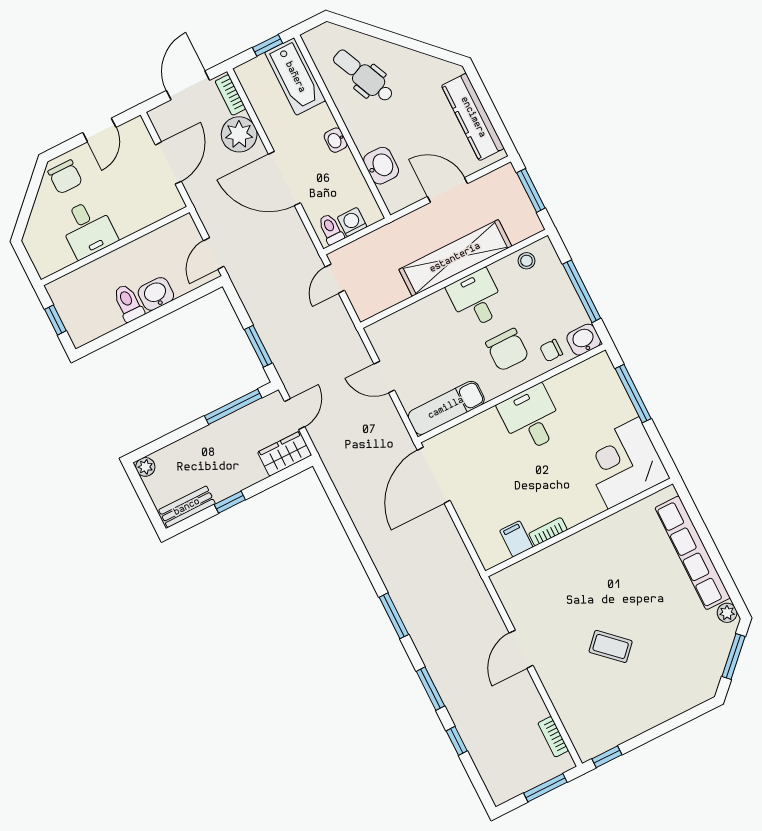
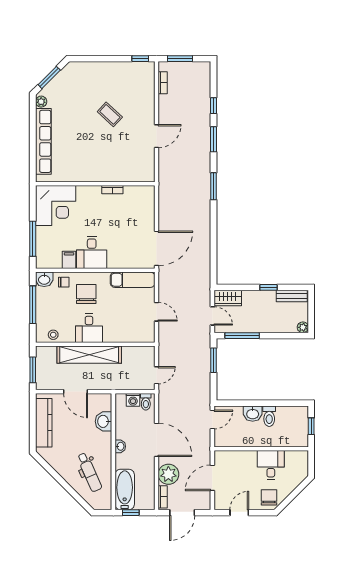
door: (295, 414) -> (212, 316), swing flipped
filing cabinet: (516, 539) -> (69, 260), moved, turned 180

